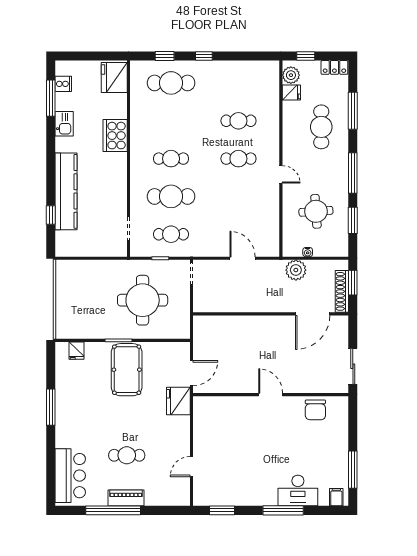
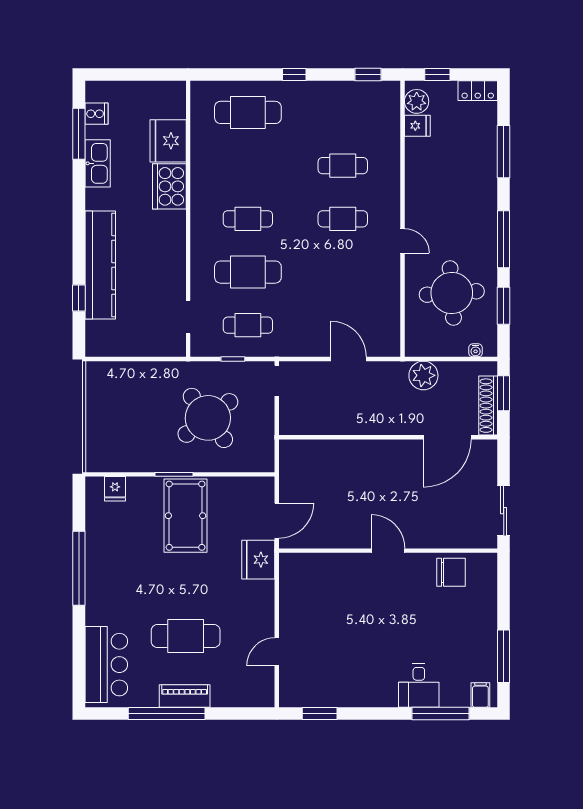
window: (165, 56) -> (368, 75), moved
fridge: (114, 77) -> (168, 141), moved
kitchen sink: (64, 124) -> (98, 163), width x1.38
cafe table: (321, 127) -> (459, 174), removed
round table: (316, 211) -> (452, 293), width x1.36, depth x1.36
water cooler: (308, 252) -> (476, 350), moved
round table: (143, 300) -> (208, 418), turned -37
window: (51, 407) -> (79, 568), width x1.46
chair: (315, 410) -> (451, 572), turned -90
cafe table: (127, 455) -> (186, 636), width x1.37, depth x1.35
desk: (298, 490) -> (419, 686), width x0.73
window: (283, 510) -> (441, 713), moved

